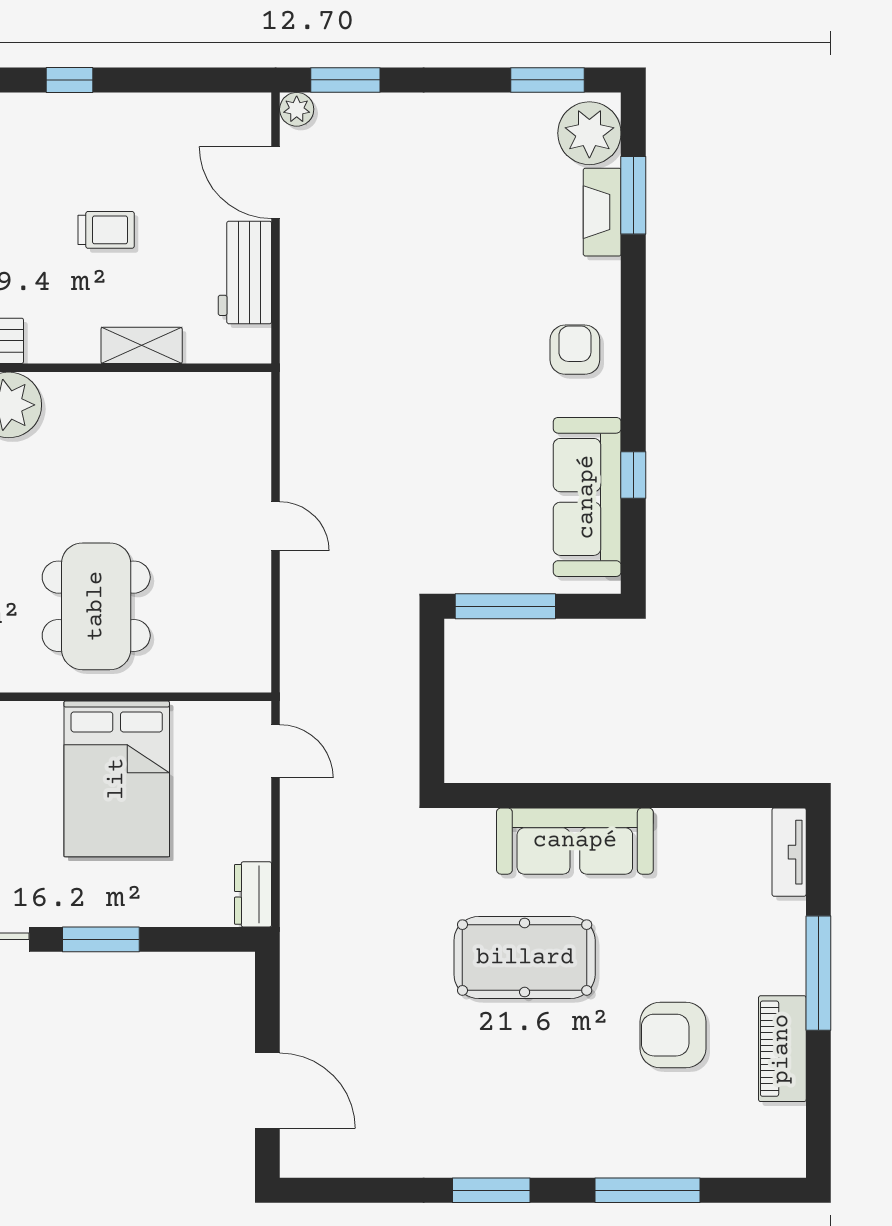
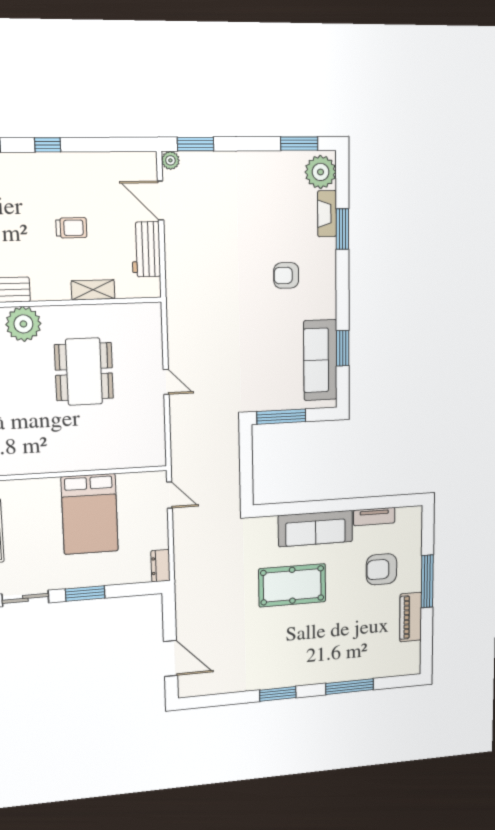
window: (633, 195) -> (342, 229), moved
armchair: (575, 350) -> (286, 275), moved, turned -90
window: (633, 475) -> (343, 348), width x1.50
dining table: (96, 606) -> (84, 372), moved
tv unit: (789, 852) -> (374, 517), moved, turned -90
armchair: (673, 1035) -> (382, 569), moved

